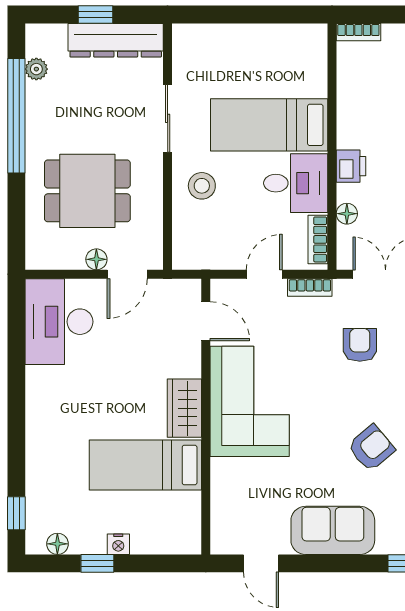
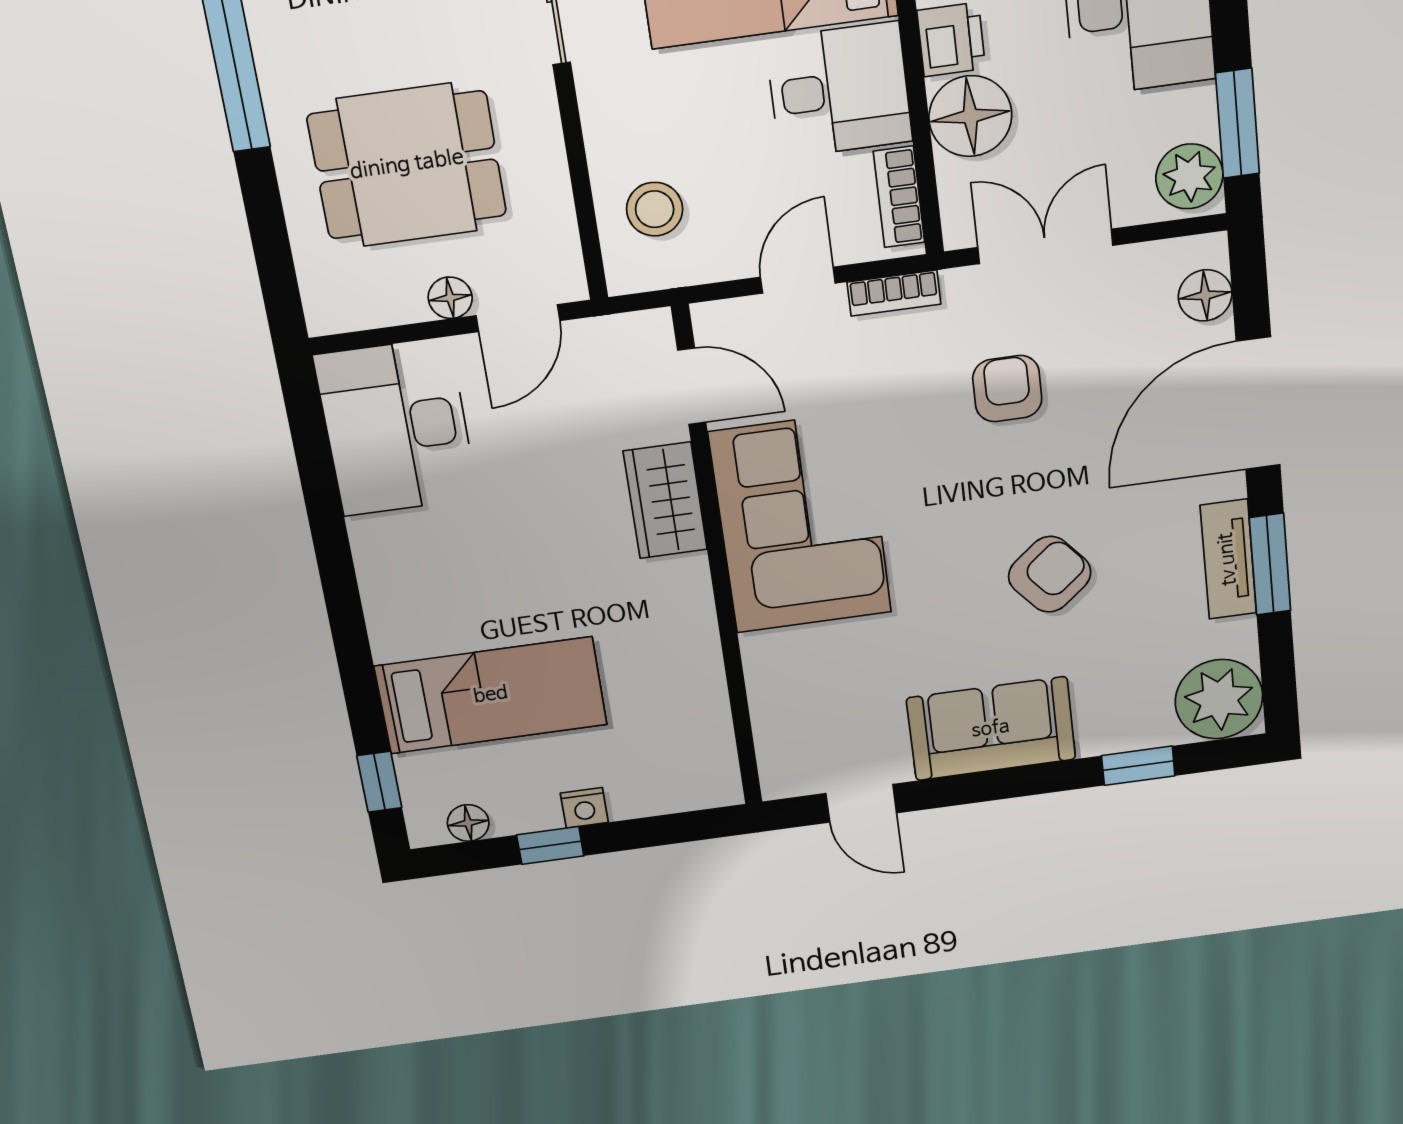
stool: (202, 186) -> (655, 209), moved
floor lamp: (347, 214) -> (970, 116), width x1.89, depth x1.89
wardrobe: (184, 408) -> (665, 500), moved
bed: (145, 465) -> (491, 695), moved, turned 180

